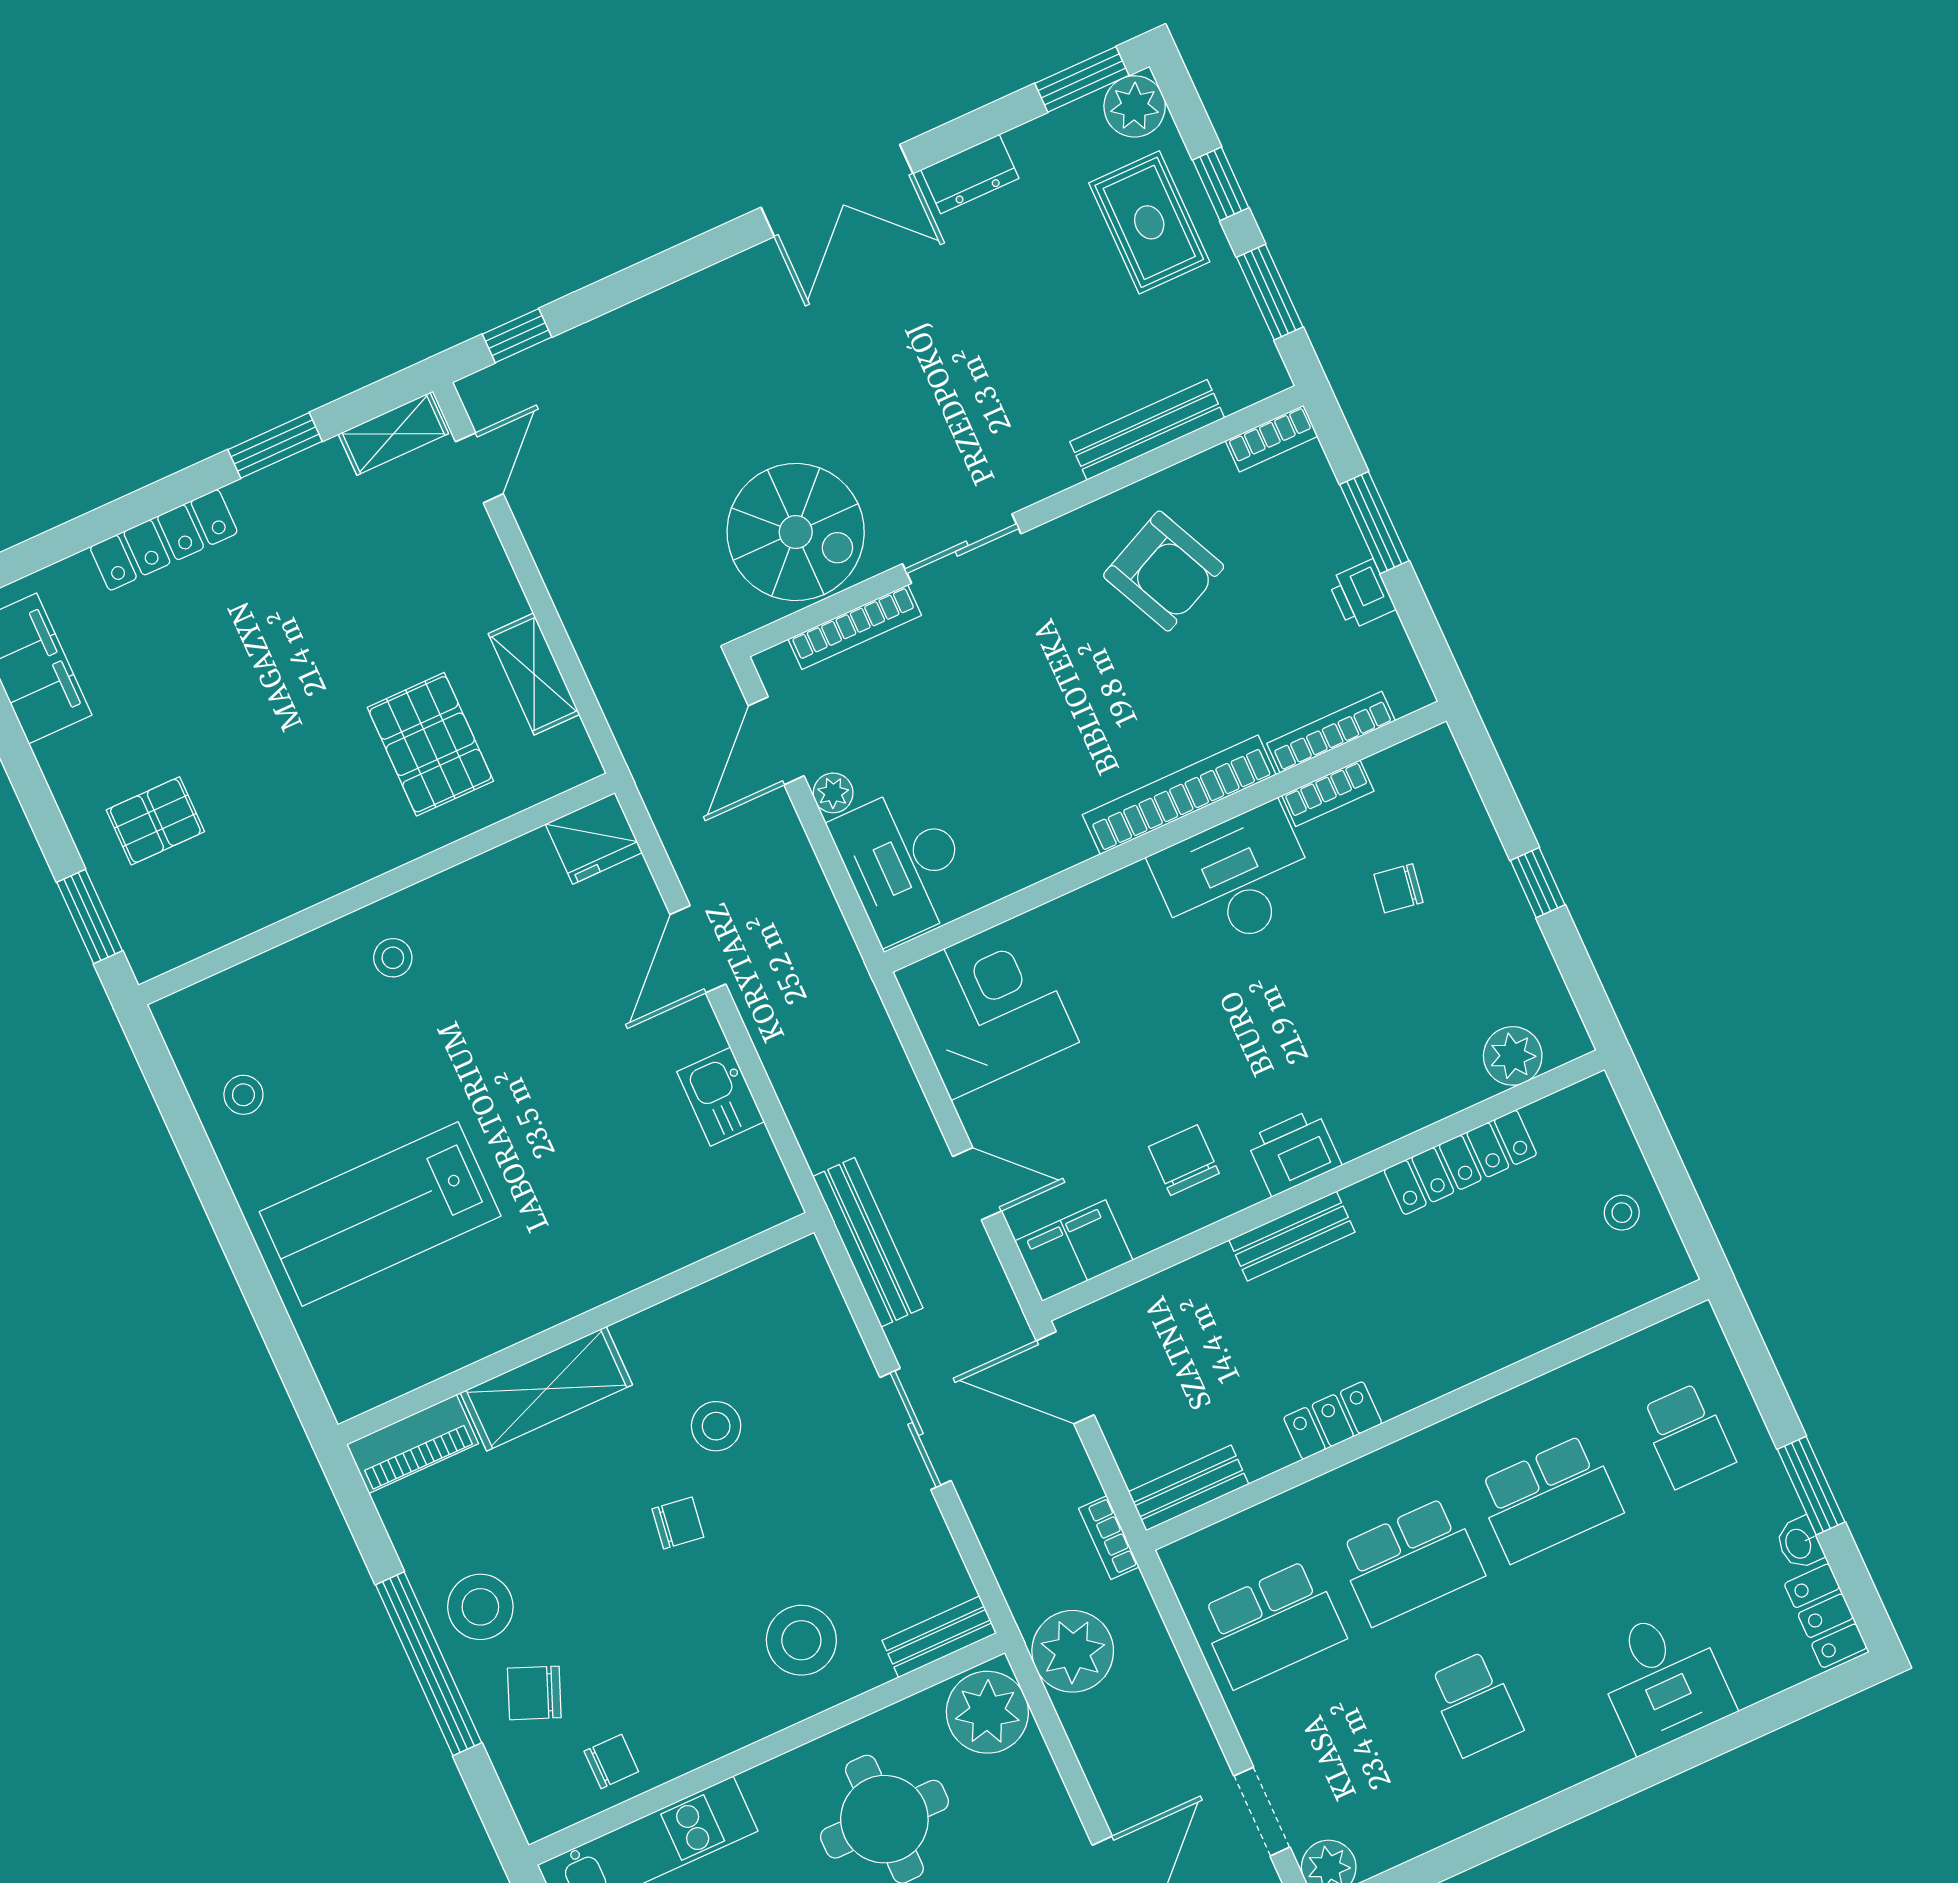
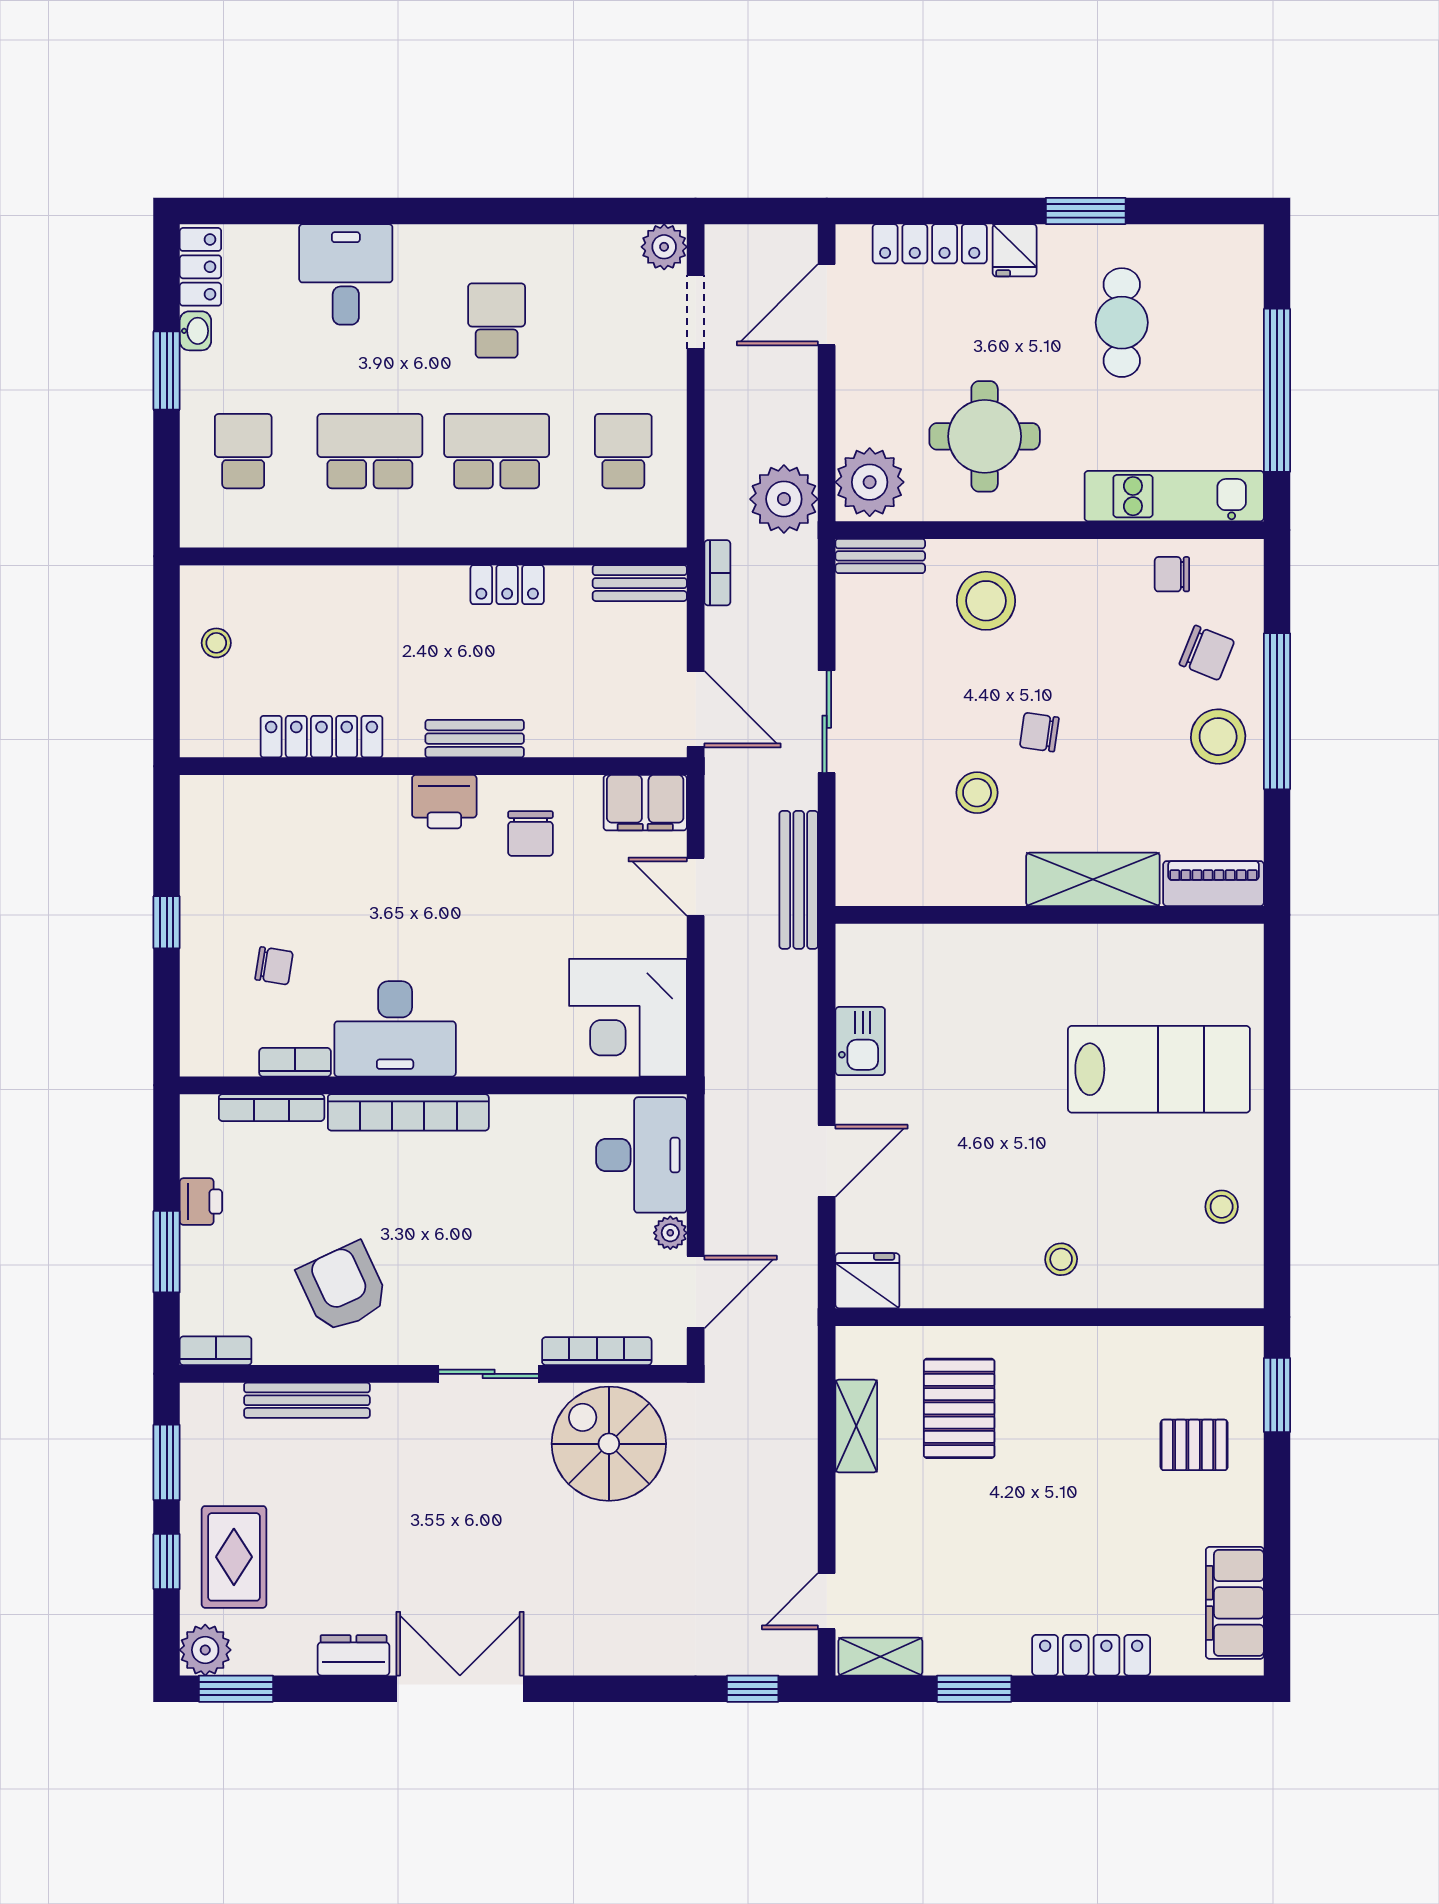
plant: (1513, 1056) -> (245, 799), removed
school desk: (1272, 1624) -> (623, 451), width x0.54

